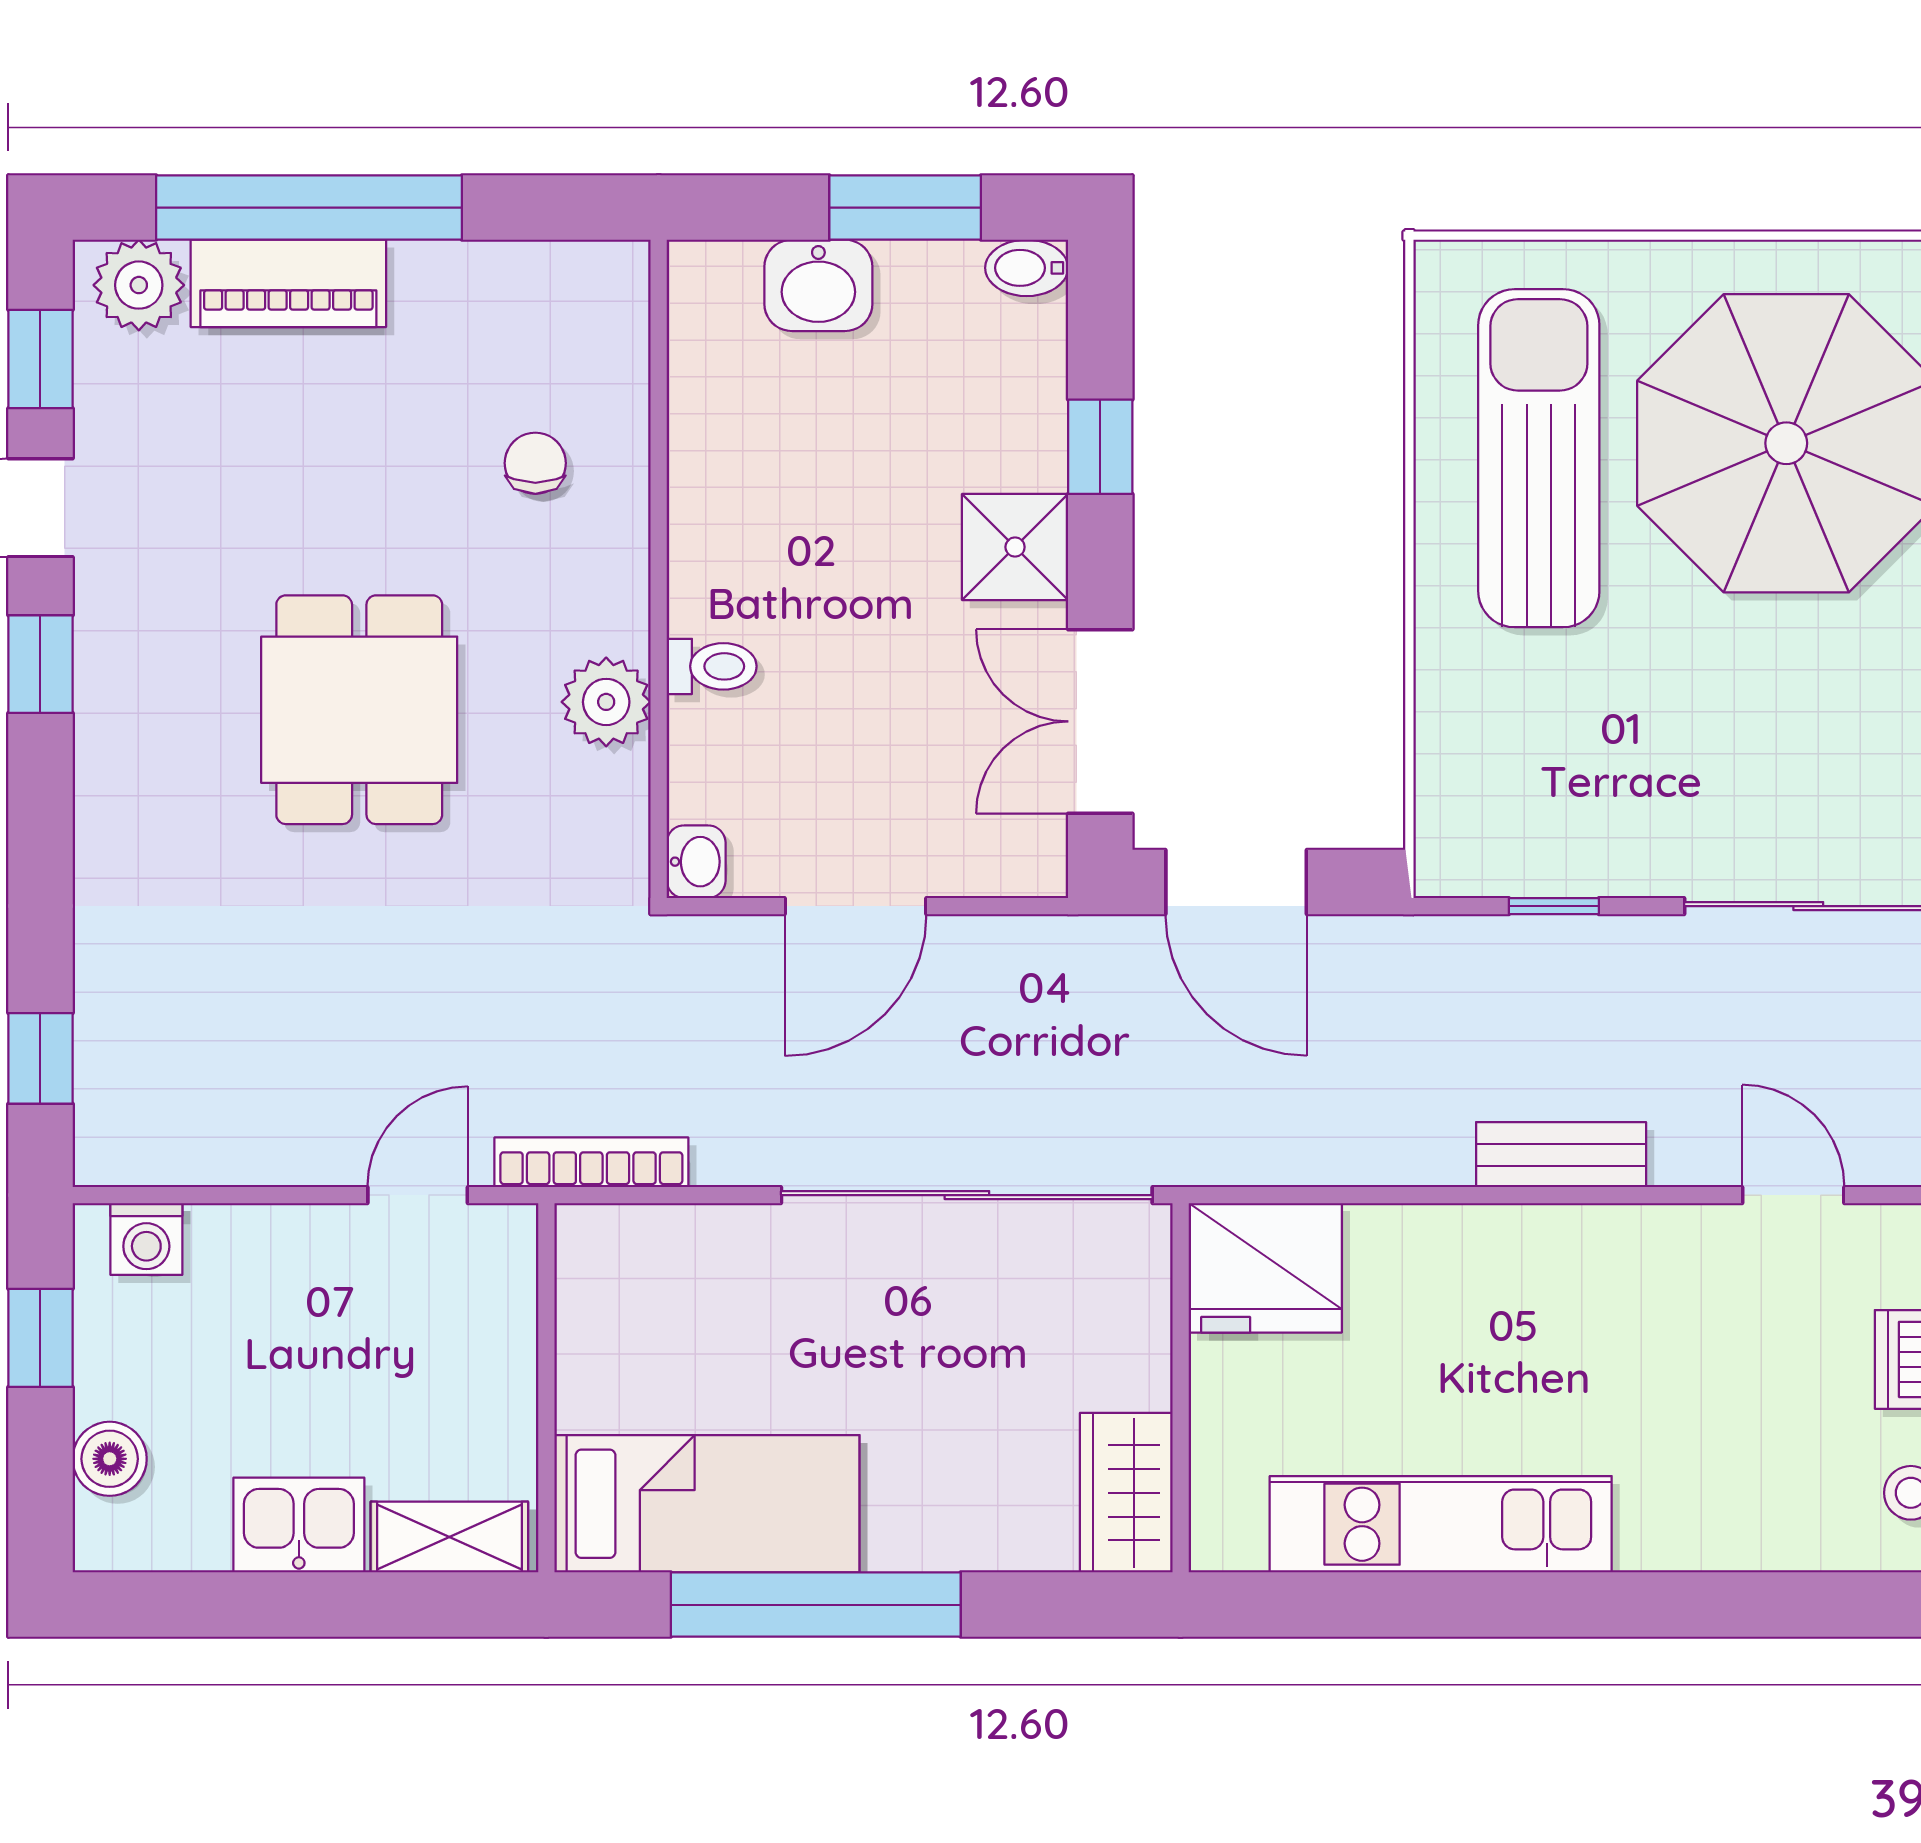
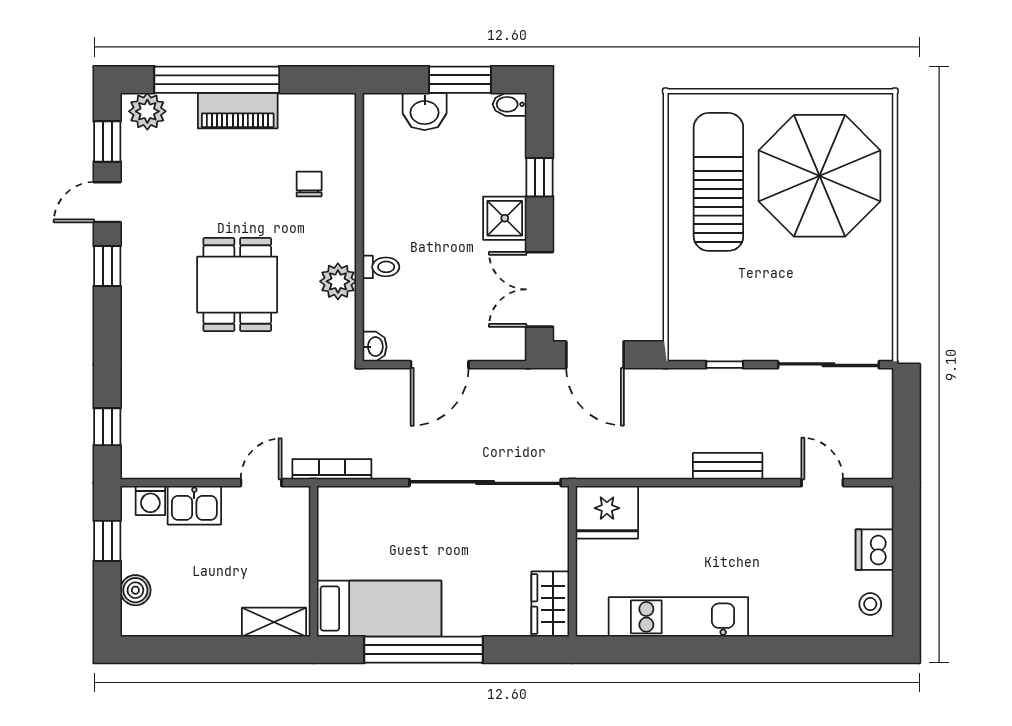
piano: (288, 283) -> (238, 111), moved
kitchen sink: (299, 1525) -> (194, 505), moved, turned 180

